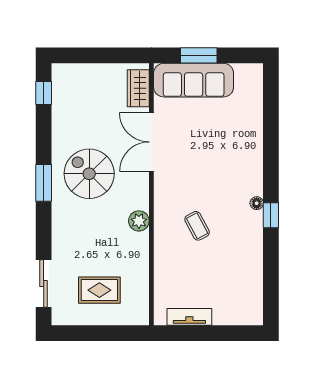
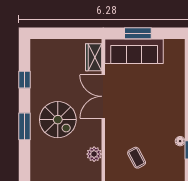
window: (44, 93) -> (24, 80), moved
spiral stairs: (89, 174) -> (58, 120), turned 180

